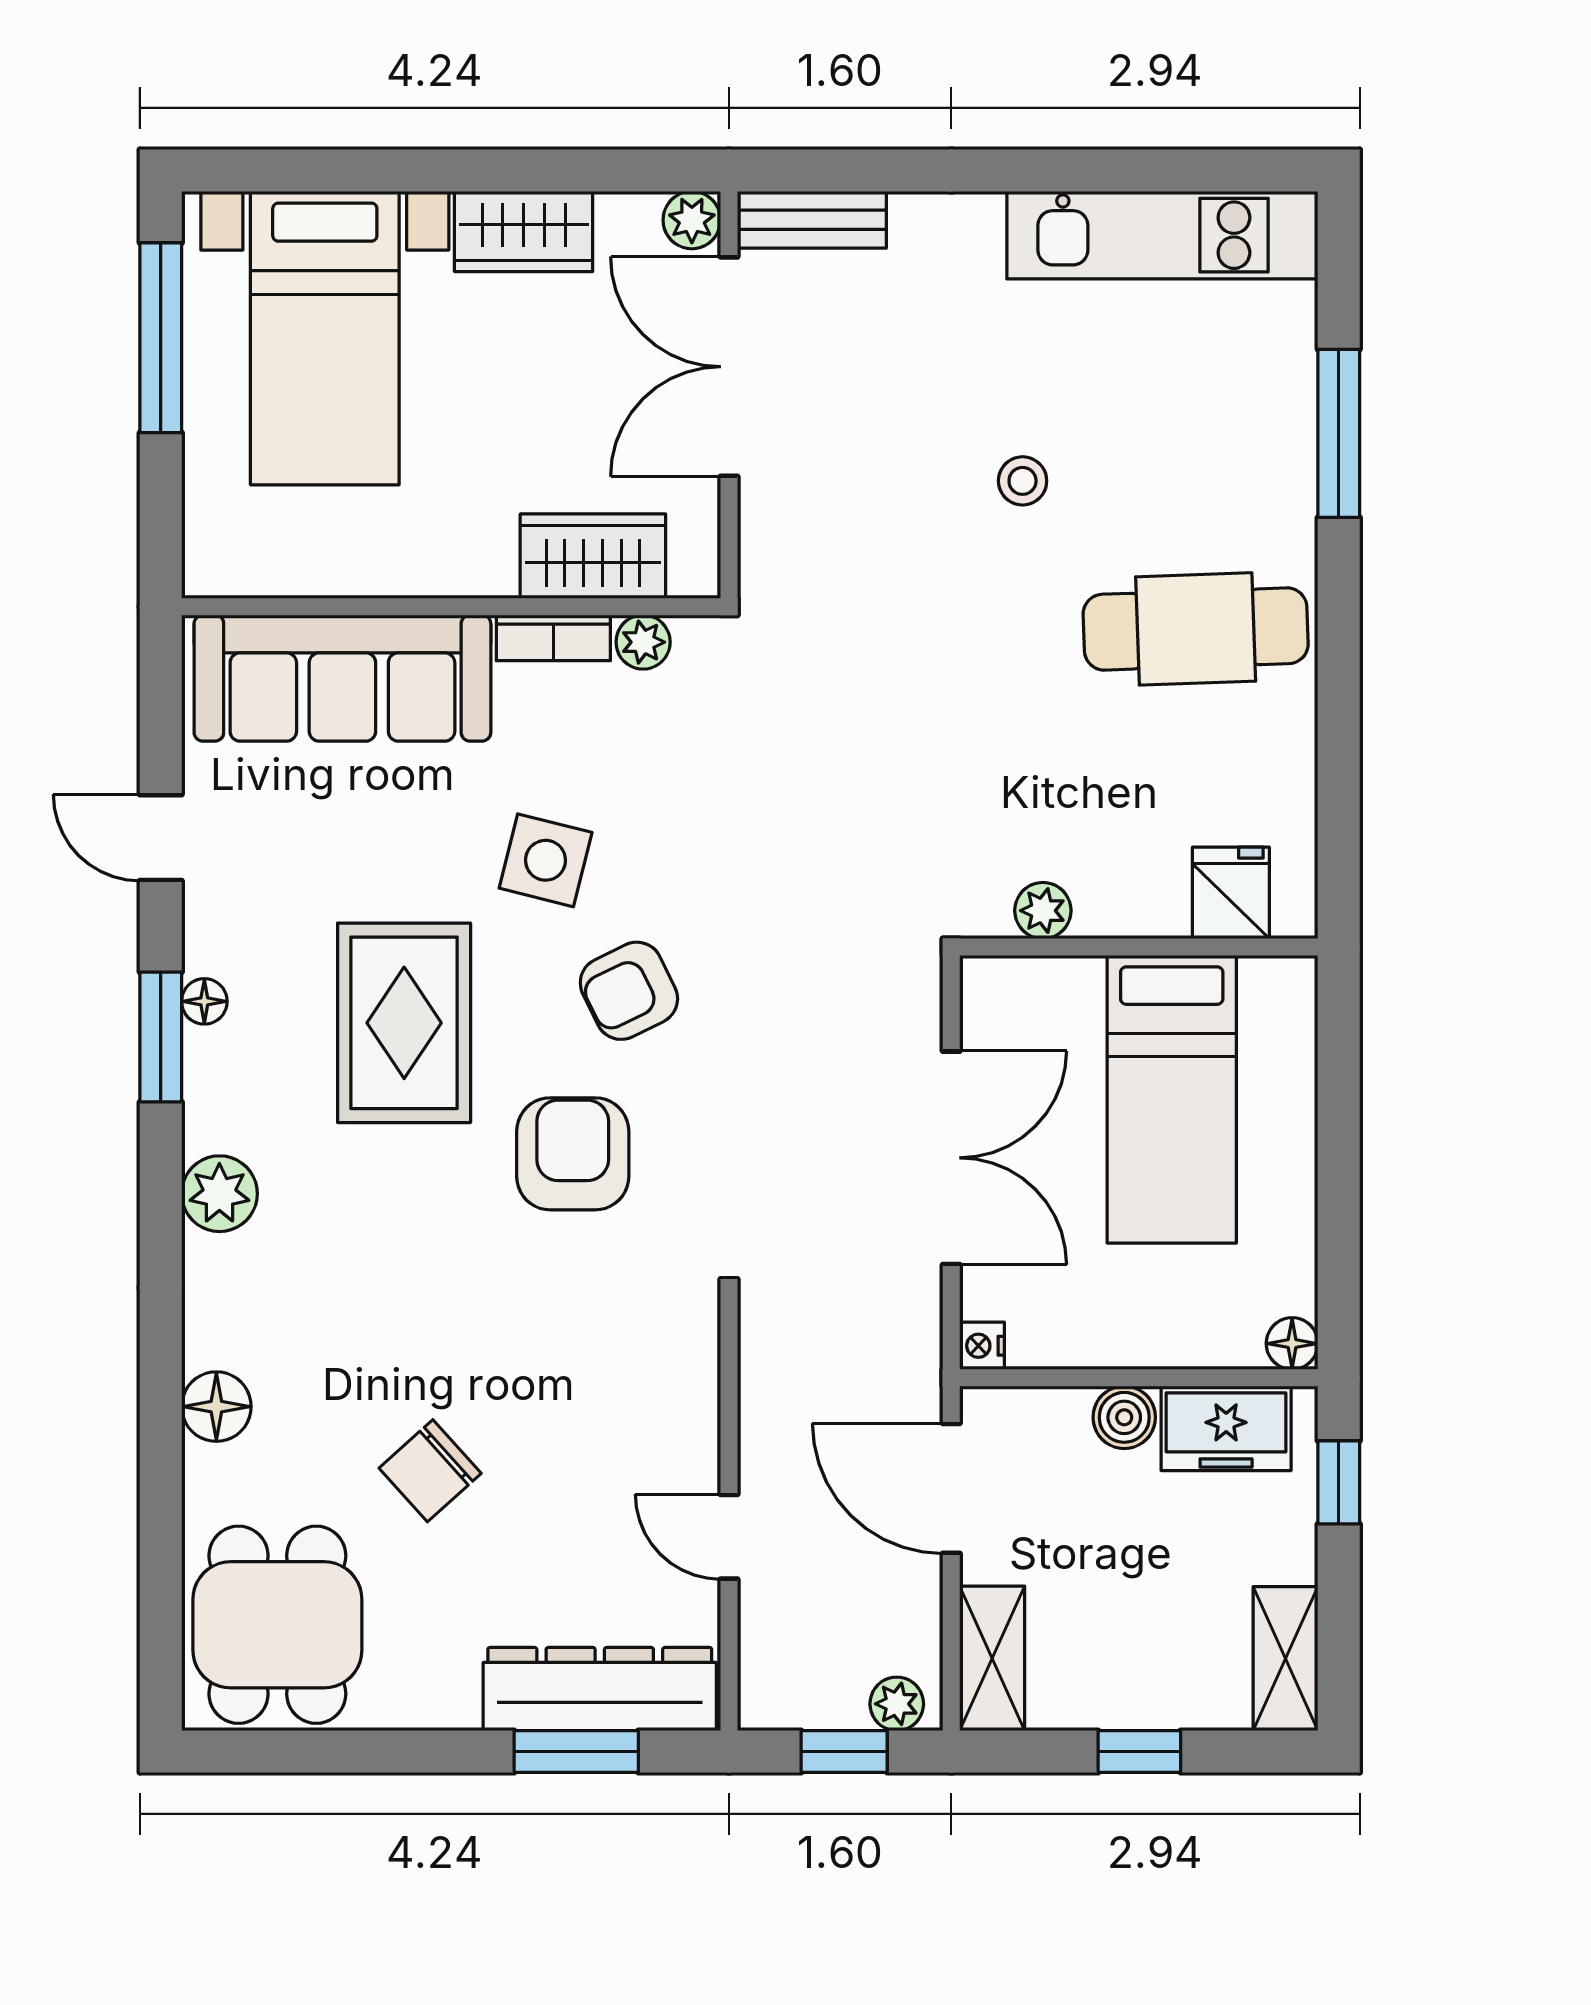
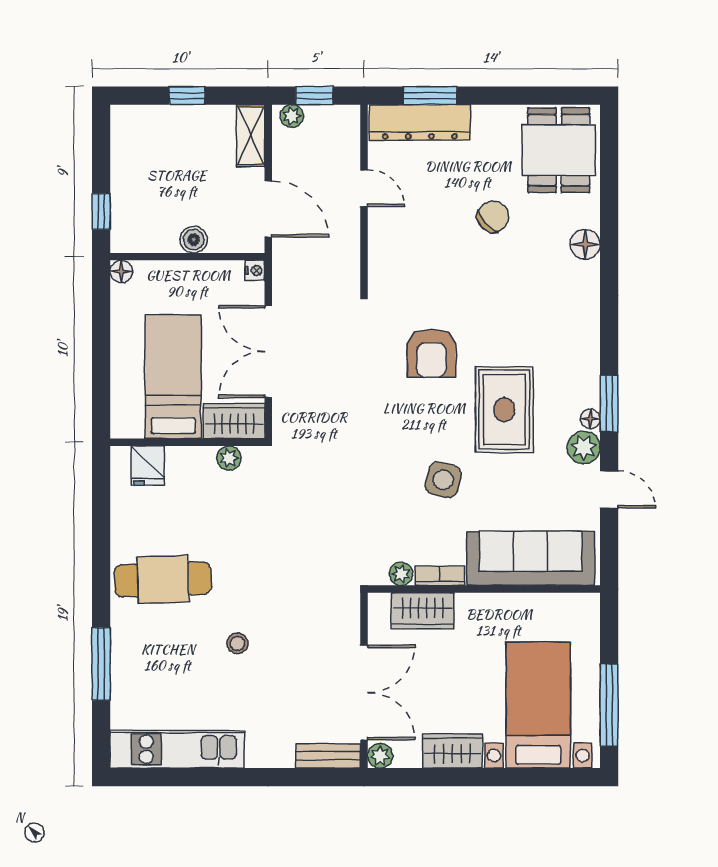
armchair: (629, 991) -> (407, 424), removed
wardrobe: (1031, 997) -> (234, 421), added
plant: (219, 1194) -> (584, 447), moved
freezer: (1226, 1428) -> (150, 235), removed
shelving: (1286, 1659) -> (124, 136), removed

